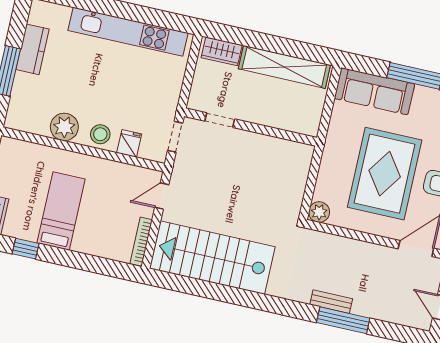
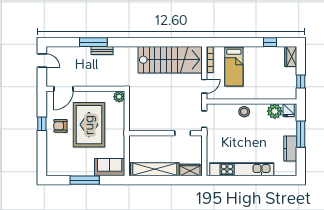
sofa: (374, 91) -> (110, 167), width x0.73
plant: (64, 127) -> (275, 111), moved
fridge: (129, 143) -> (289, 110), moved
bed: (61, 211) -> (234, 66), moved

